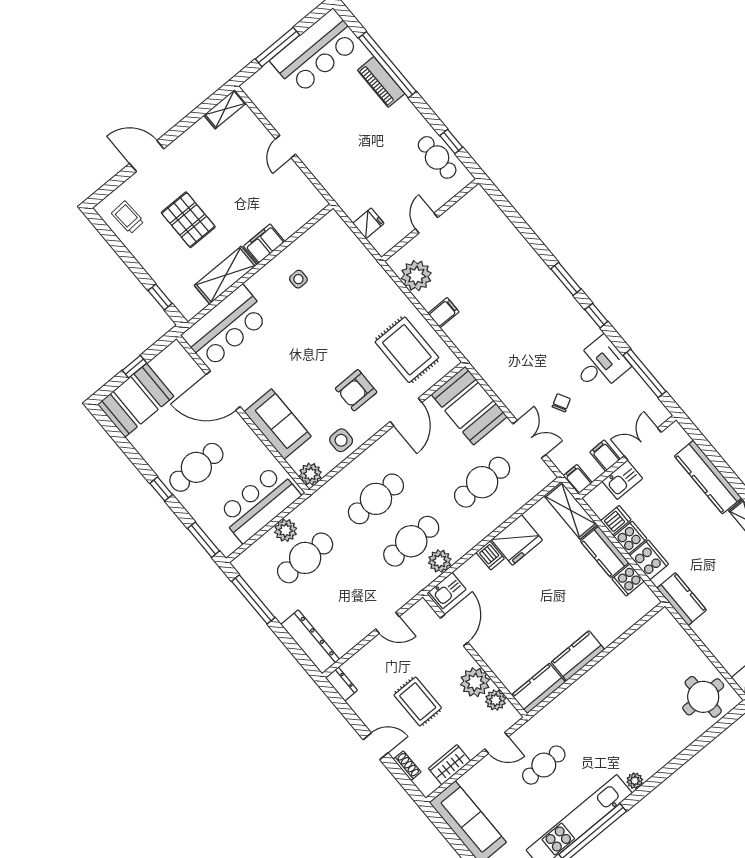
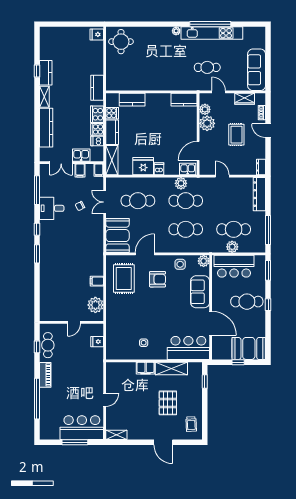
bar counter: (316, 52) -> (82, 428), moved
piano: (381, 82) -> (45, 375), moved
kitchen counter: (578, 656) -> (132, 100), moved

